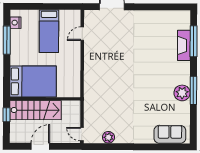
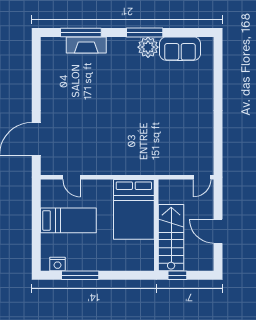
bed: (33, 81) -> (134, 209), moved, turned 180
sofa: (170, 134) -> (180, 49), moved, turned -90
plant: (108, 137) -> (206, 143), removed

